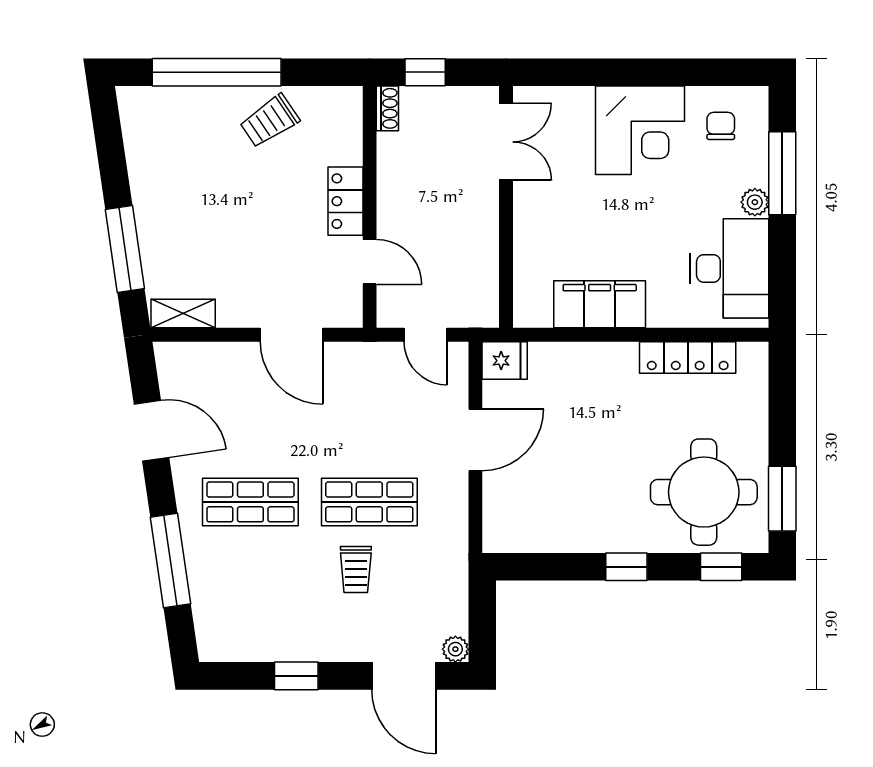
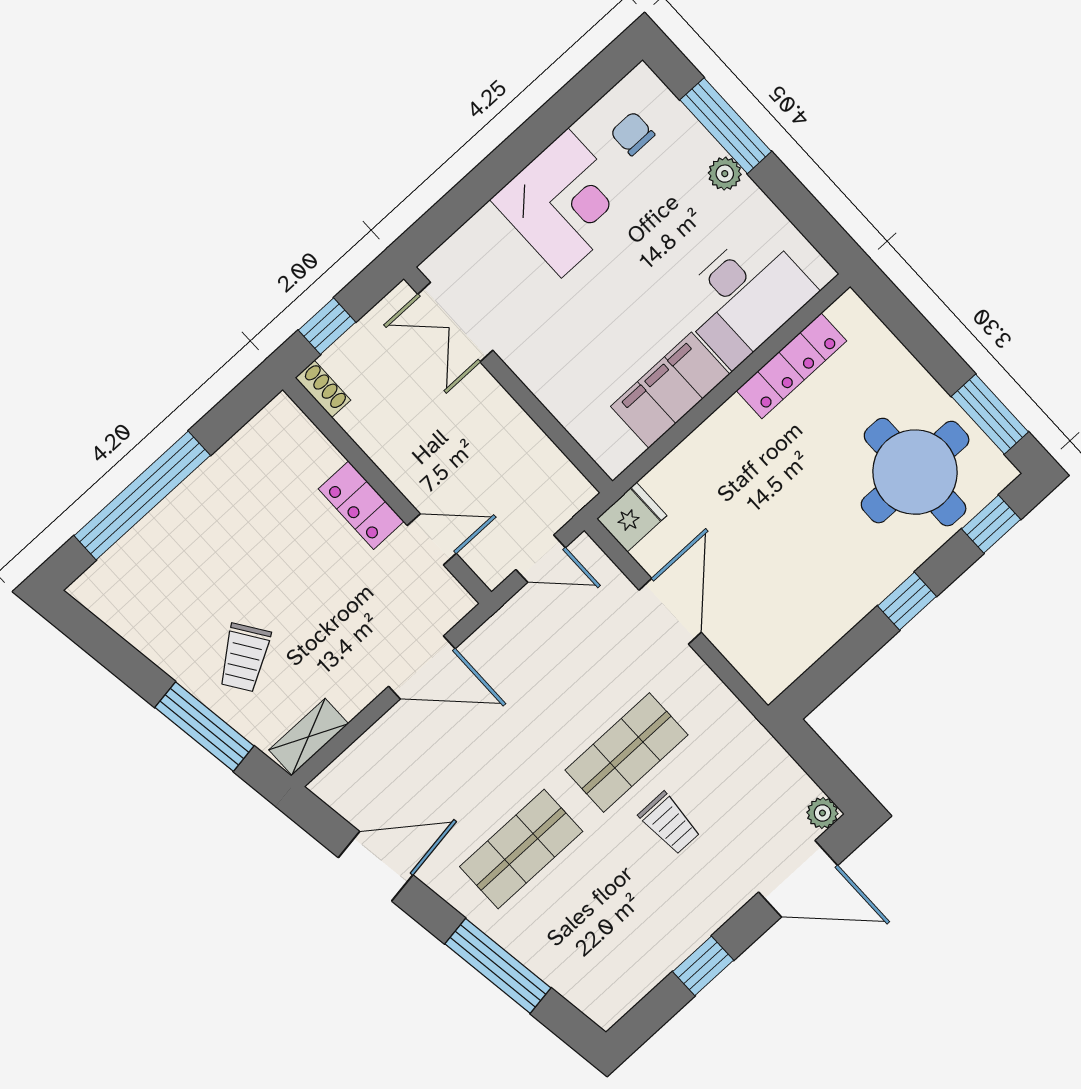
trolley: (270, 121) -> (244, 658), moved
double door: (506, 142) -> (455, 322), swing flipped
desk: (730, 268) -> (745, 297), moved, turned 90

